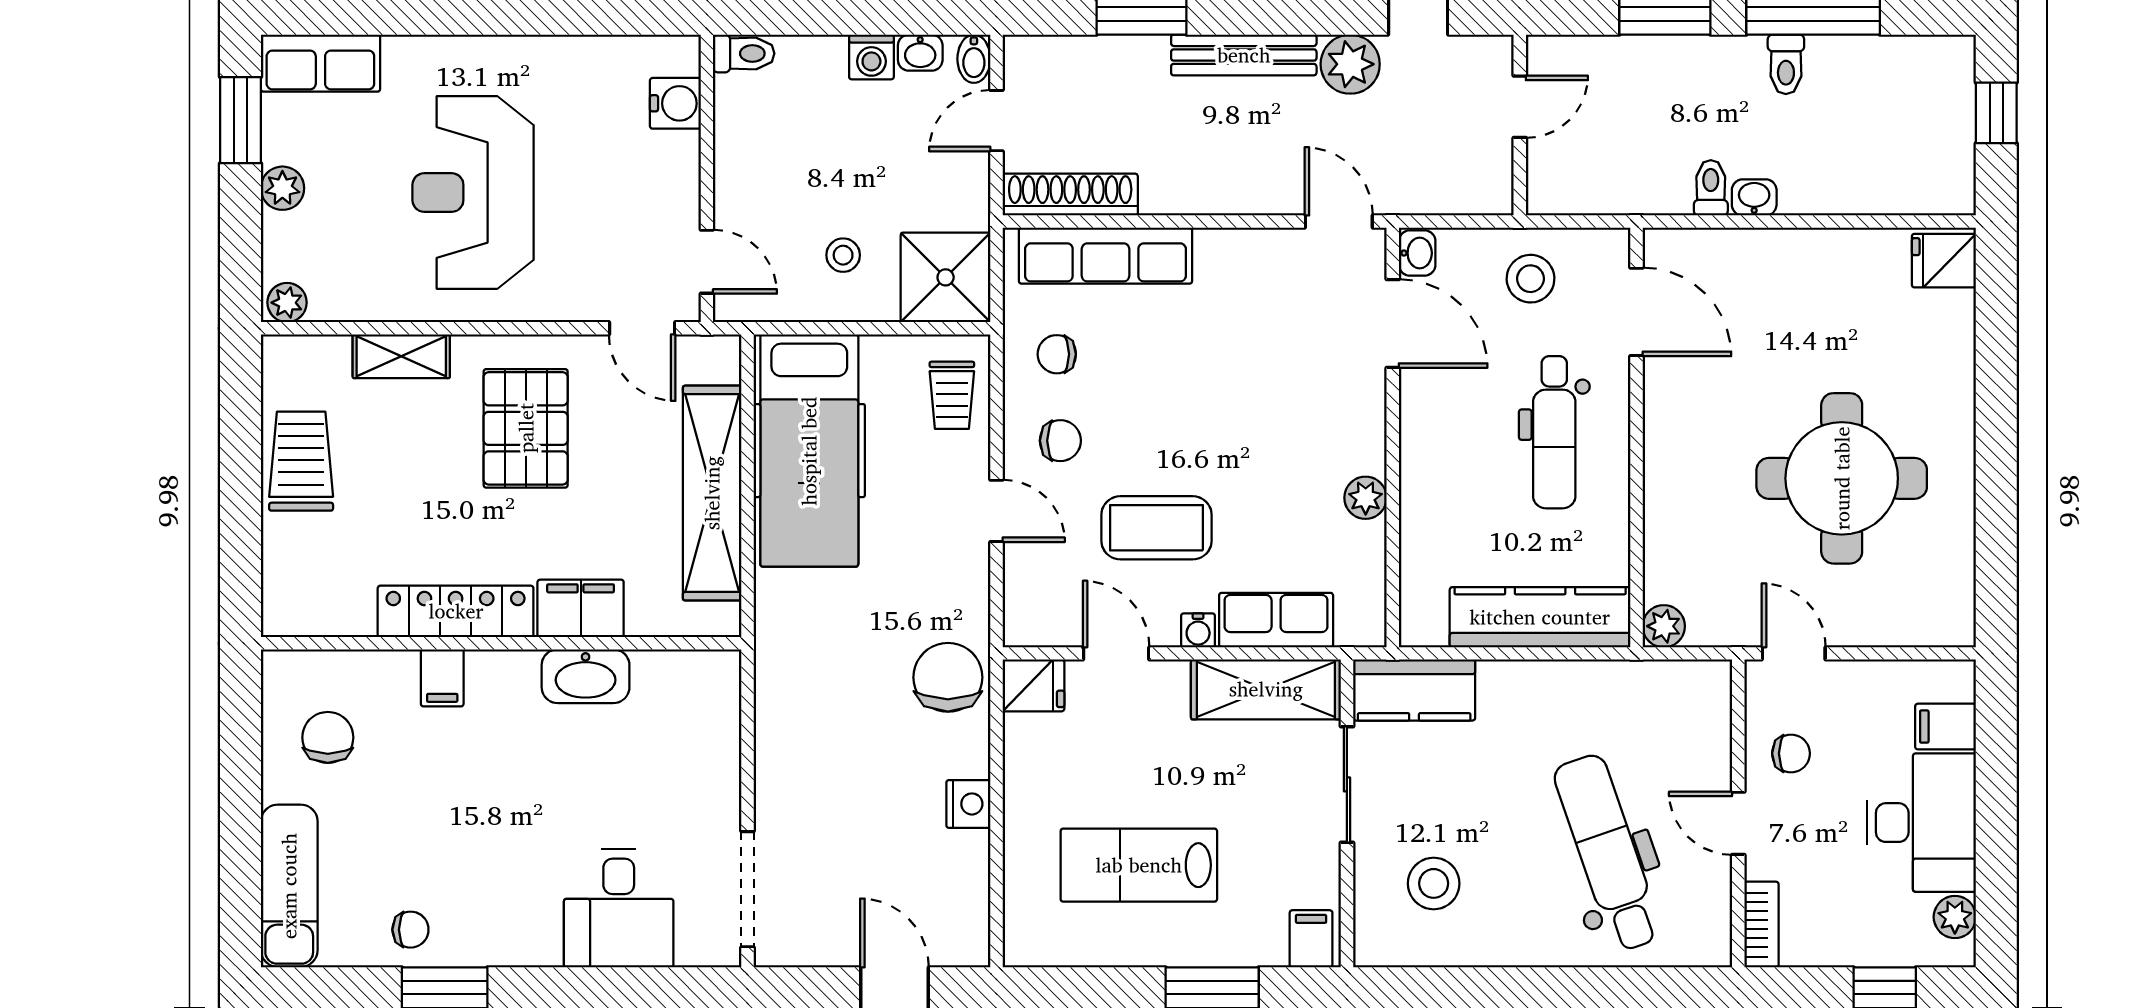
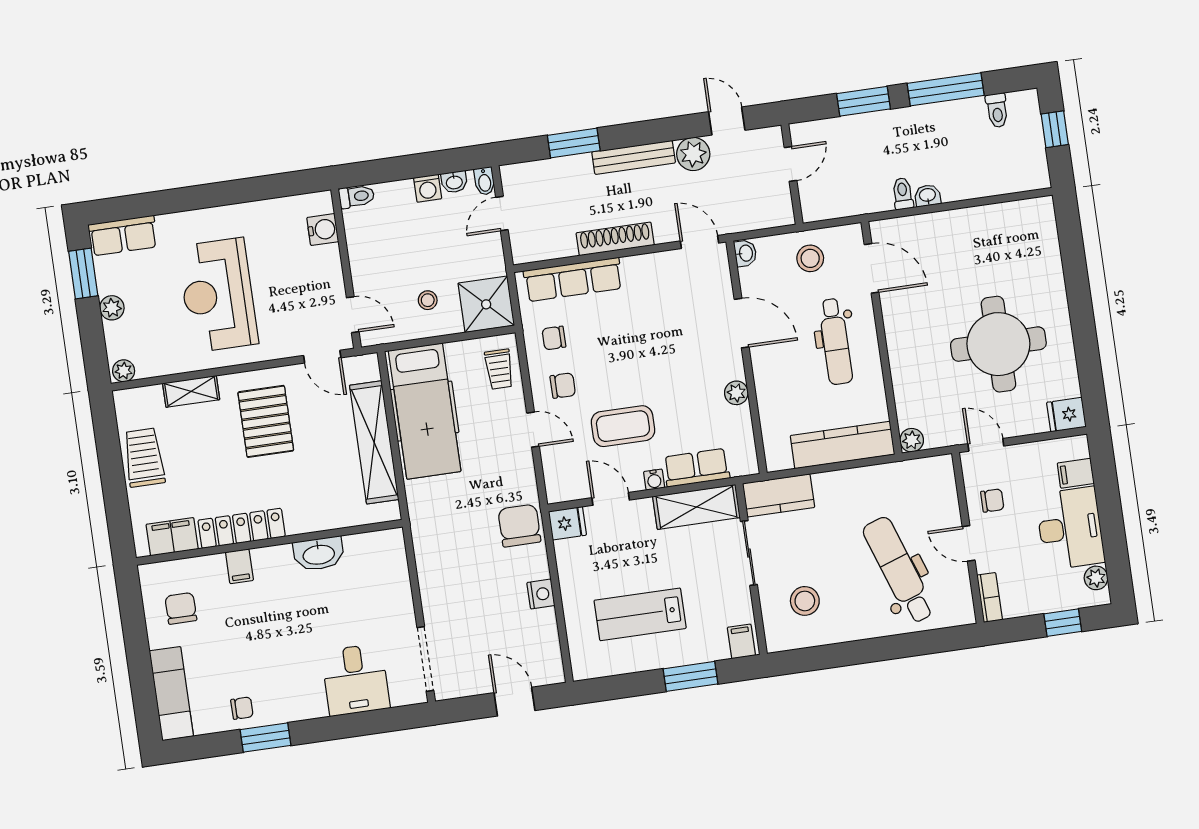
toilet: (1786, 64) -> (997, 110), moved
shoe rack: (1070, 195) -> (615, 239), moved
fridge: (1944, 261) -> (1066, 415), moved
door: (1393, 324) -> (742, 323), moved
filing cabinet: (581, 608) -> (172, 537), moved

